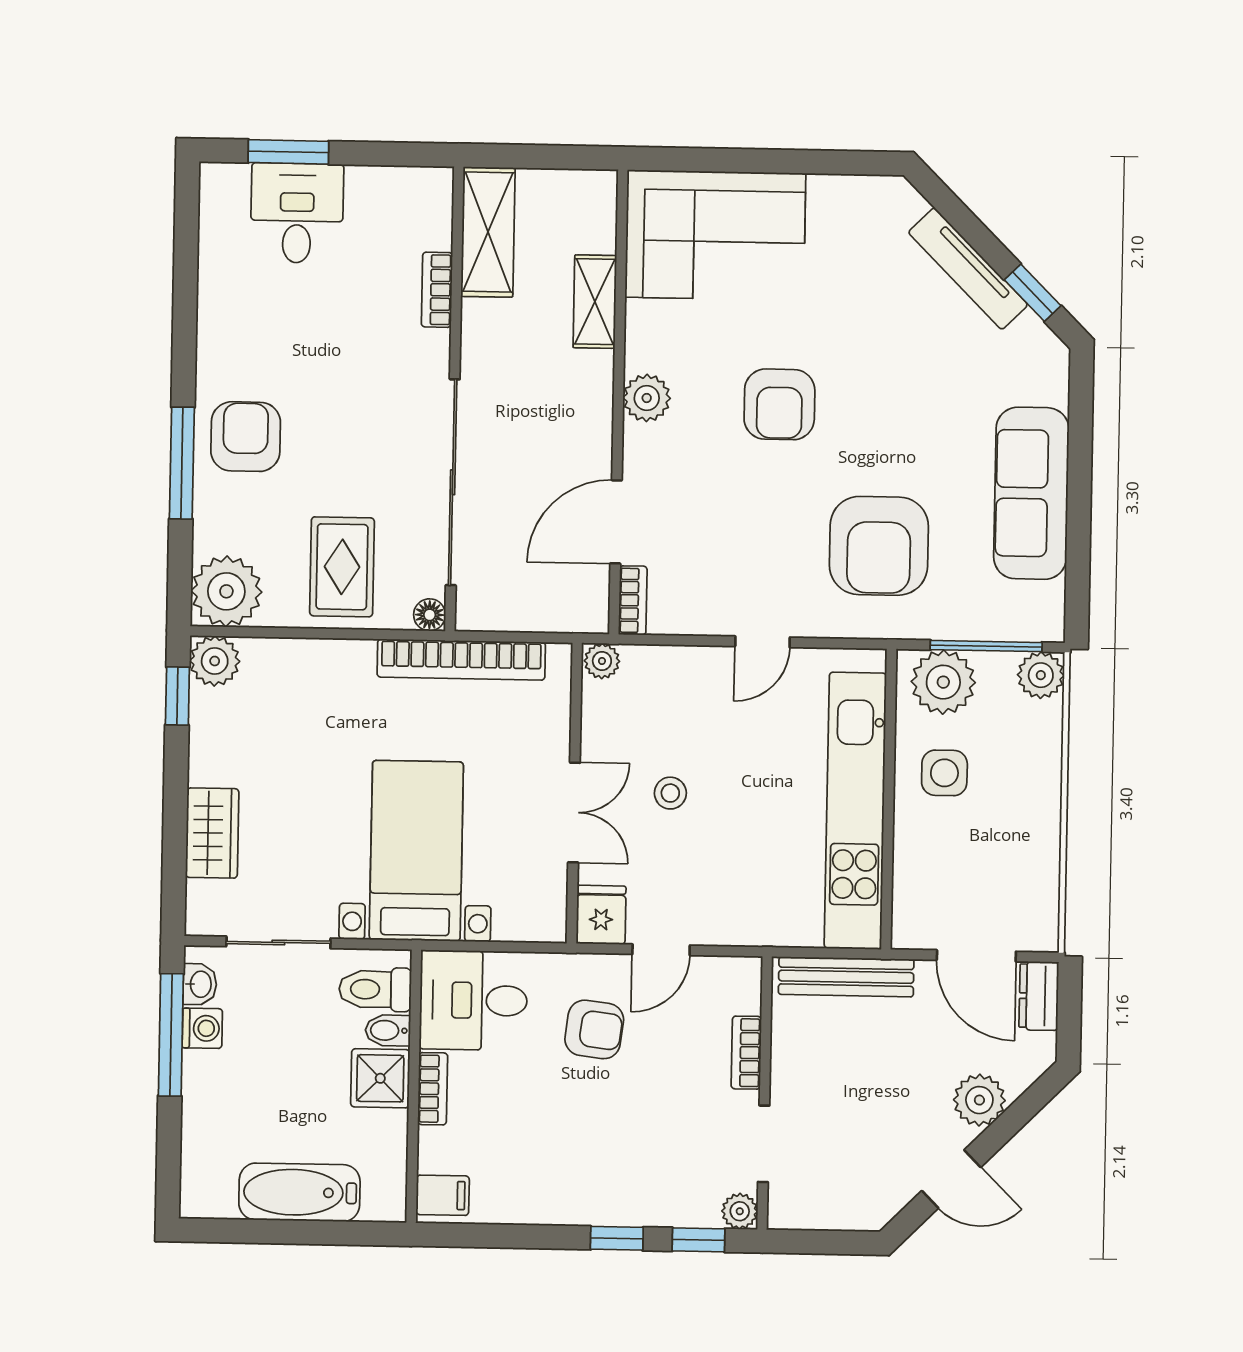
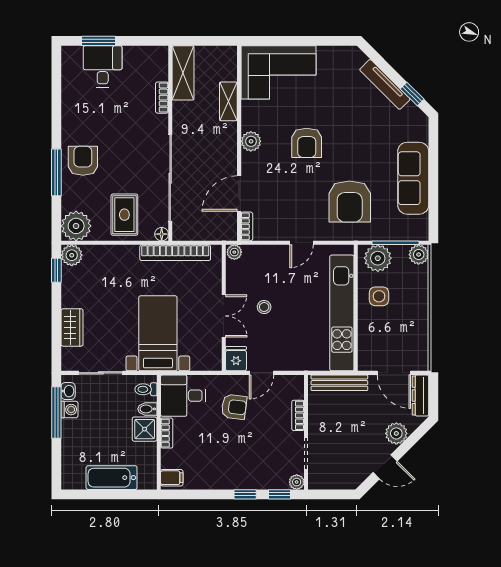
toilet: (375, 989) -> (146, 389), width x0.73, depth x0.72
dresser: (1039, 996) -> (420, 395), width x1.44

